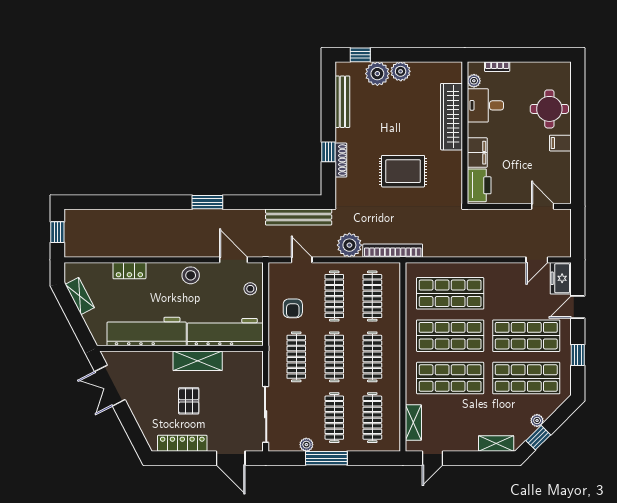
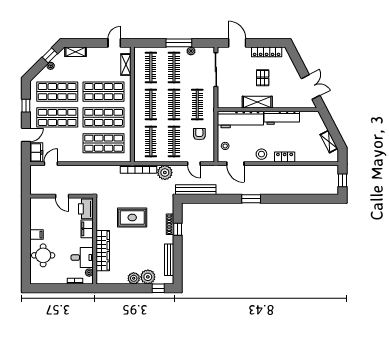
door: (543, 206) -> (62, 196), moved
locker: (129, 271) -> (285, 157), moved
workbench: (147, 332) -> (282, 118), width x0.73, depth x0.76

